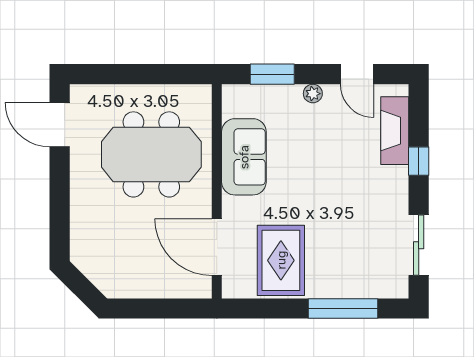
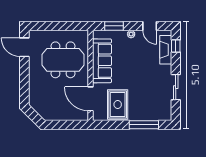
sofa: (244, 157) -> (102, 61), width x1.36
window: (419, 161) -> (176, 46), moved
sliding door: (419, 245) -> (176, 87), moved

